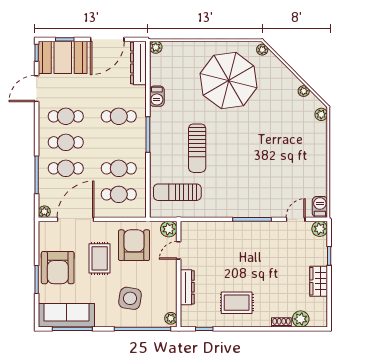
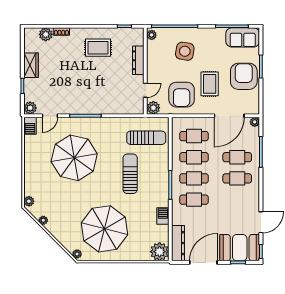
plant: (156, 47) -> (160, 252), width x1.88, depth x1.88
cafe table: (66, 116) -> (194, 178), moved
parasol: (266, 168) -> (74, 158), added
sofa: (66, 315) -> (243, 37), width x0.73

